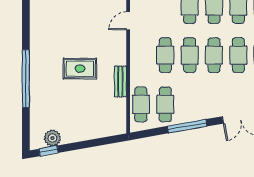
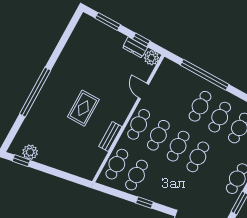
door: (128, 21) -> (144, 91), hinge flipped
cafe table: (238, 55) -> (139, 124), moved
rug: (80, 69) -> (83, 108), turned 90
window: (187, 126) -> (144, 202), width x0.46

